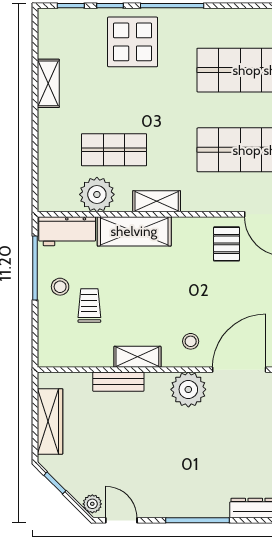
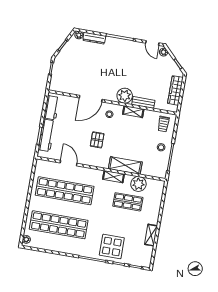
workbench: (67, 231) -> (154, 170), removed
pallet: (227, 244) -> (97, 140), moved
trolley: (89, 305) -> (163, 124), moved
plant: (188, 389) -> (125, 96), moved

